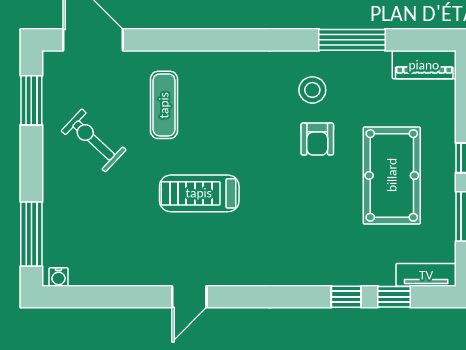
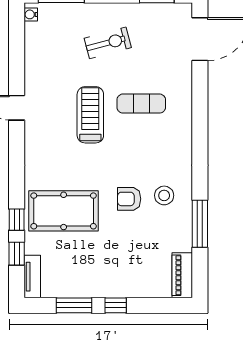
exercise mat: (164, 105) -> (141, 104), moved
exercise bike: (94, 140) -> (108, 43), moved, turned 32
pool table: (392, 175) -> (64, 211), moved

